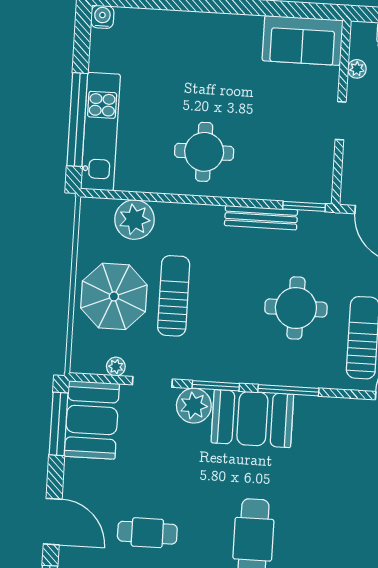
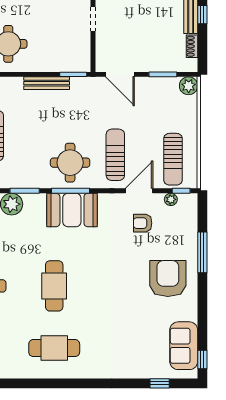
round table: (296, 308) -> (70, 163), moved
booth: (252, 419) -> (72, 210), moved

